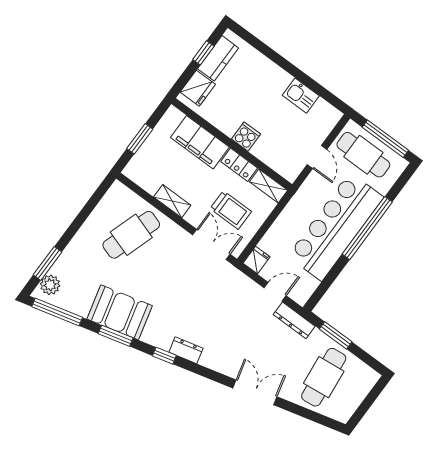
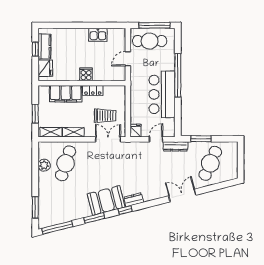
door: (317, 157) -> (128, 59), swing flipped
shelving: (269, 186) -> (51, 132), moved
bar counter: (336, 227) -> (162, 94), width x0.73
plant: (50, 285) -> (44, 165), moved
booth: (120, 312) -> (106, 200), moved
cafe table: (324, 377) -> (210, 163), turned 30

